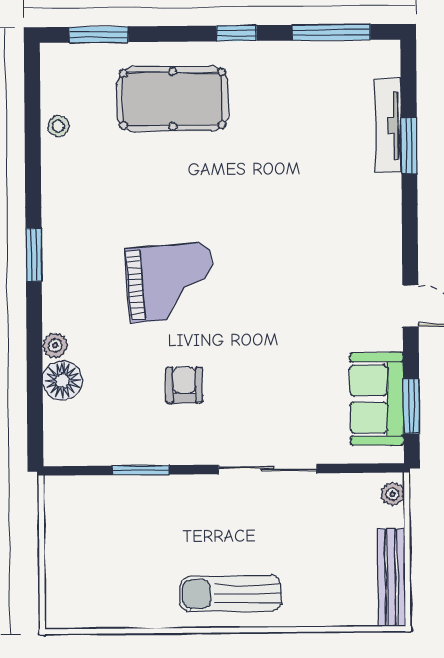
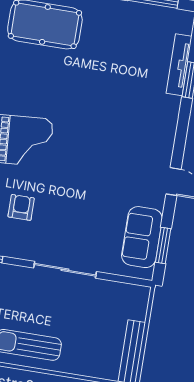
plant: (392, 494) -> (142, 299), removed

